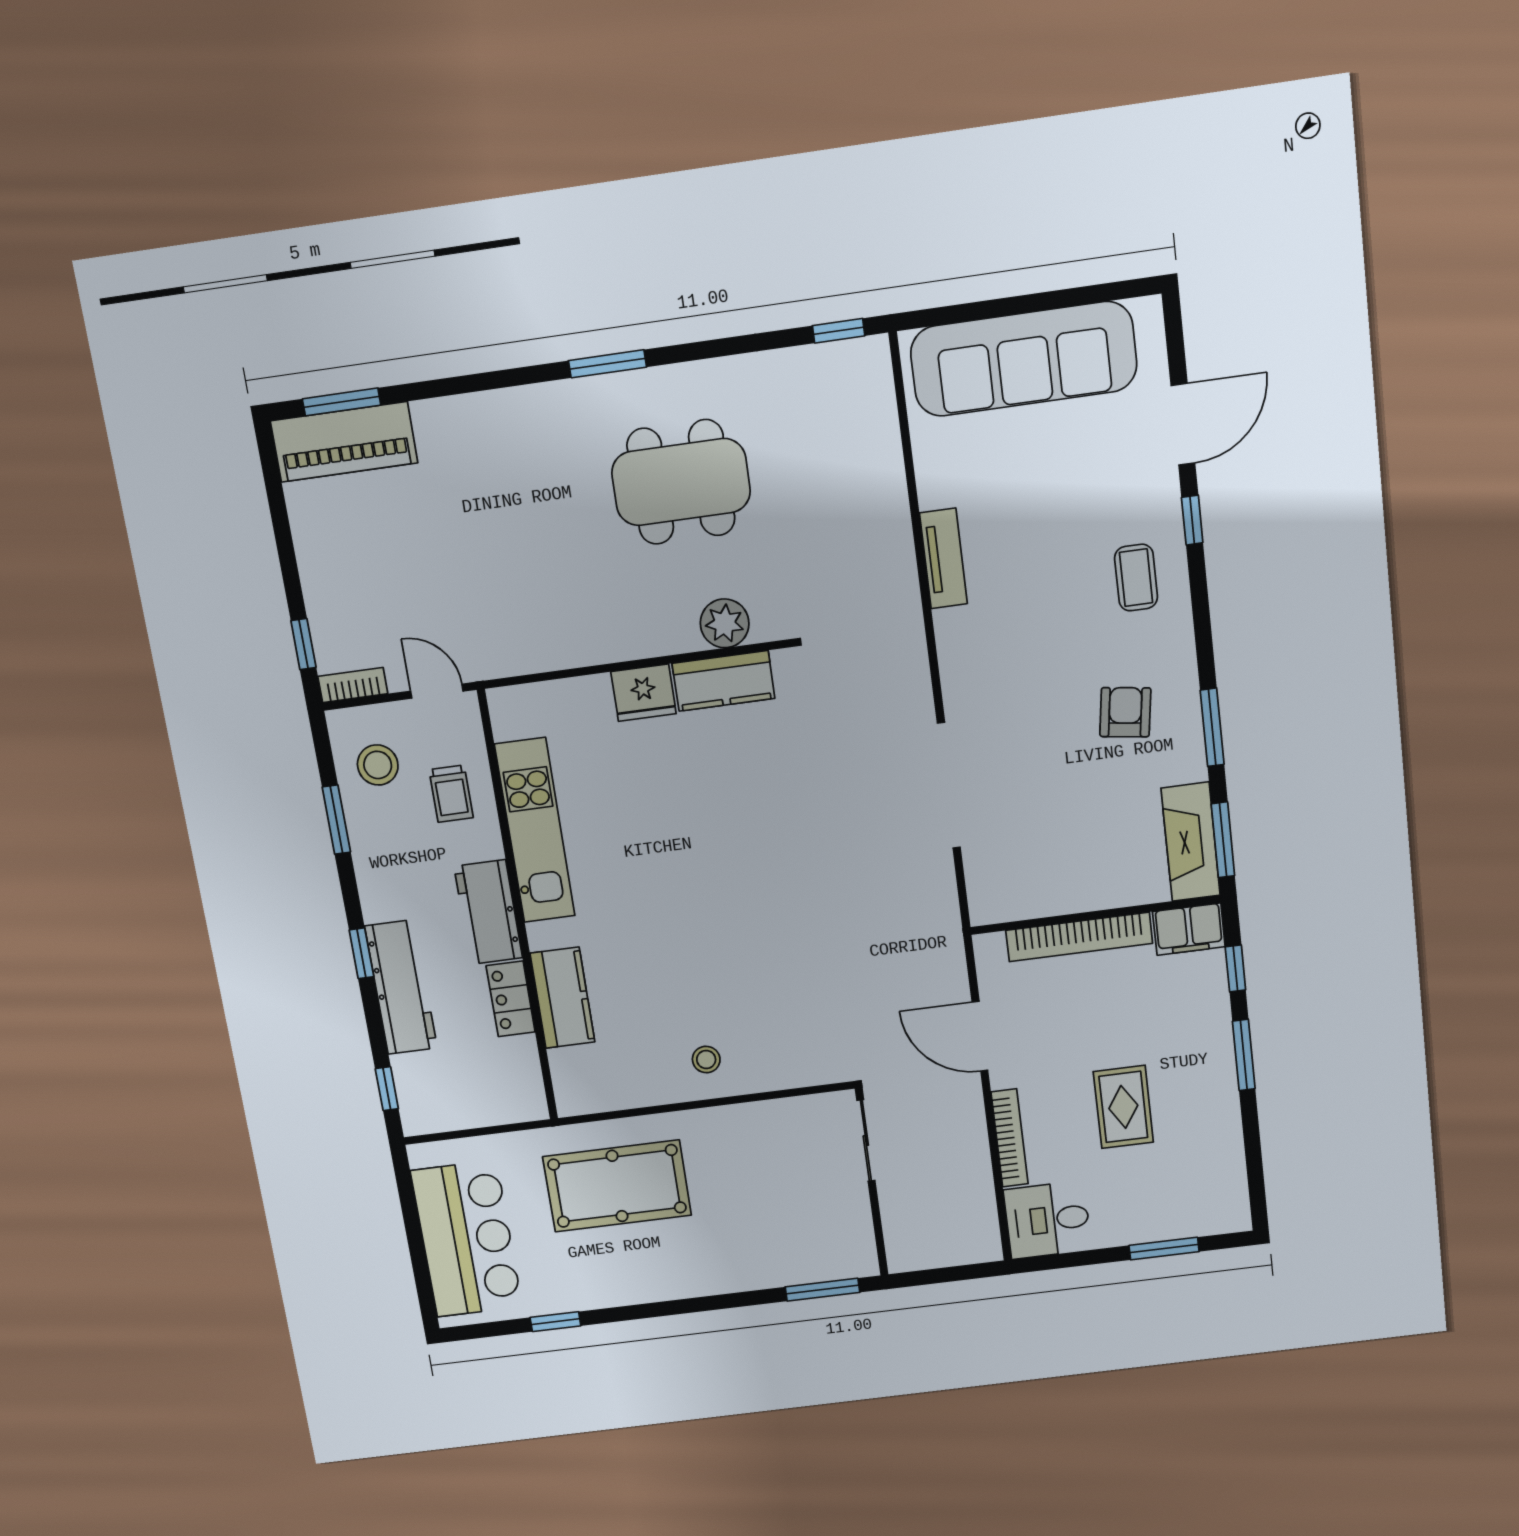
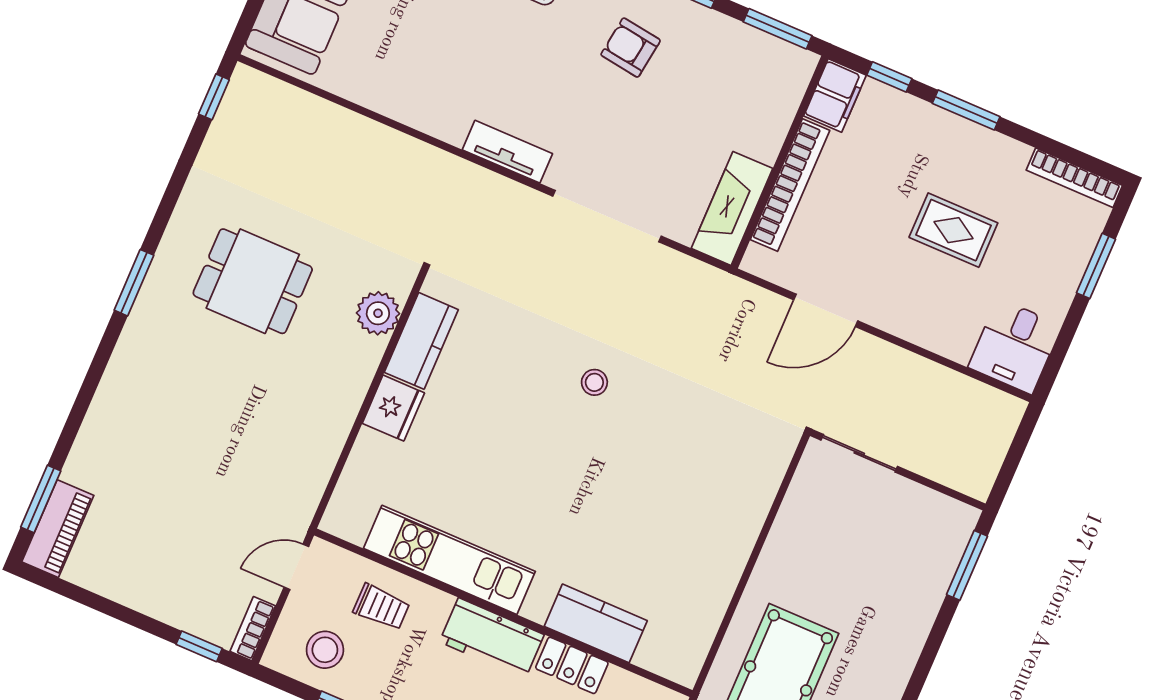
piano: (344, 442) -> (58, 529), width x0.73, depth x0.75
dining table: (681, 482) -> (253, 281), width x0.73
tv unit: (943, 558) -> (507, 152), moved
fireplace: (1191, 842) -> (732, 208), moved, turned 90
stool: (706, 1059) -> (594, 382), moved
bookcase: (1010, 1138) -> (1074, 178), moved, turned 180

